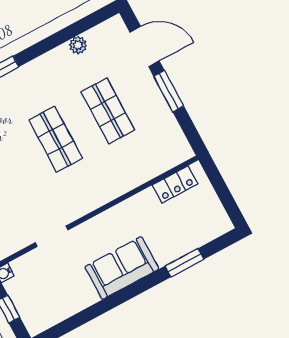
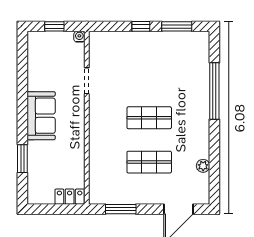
window: (169, 91) -> (121, 209), moved
locker: (175, 184) -> (70, 197), moved, turned 90

